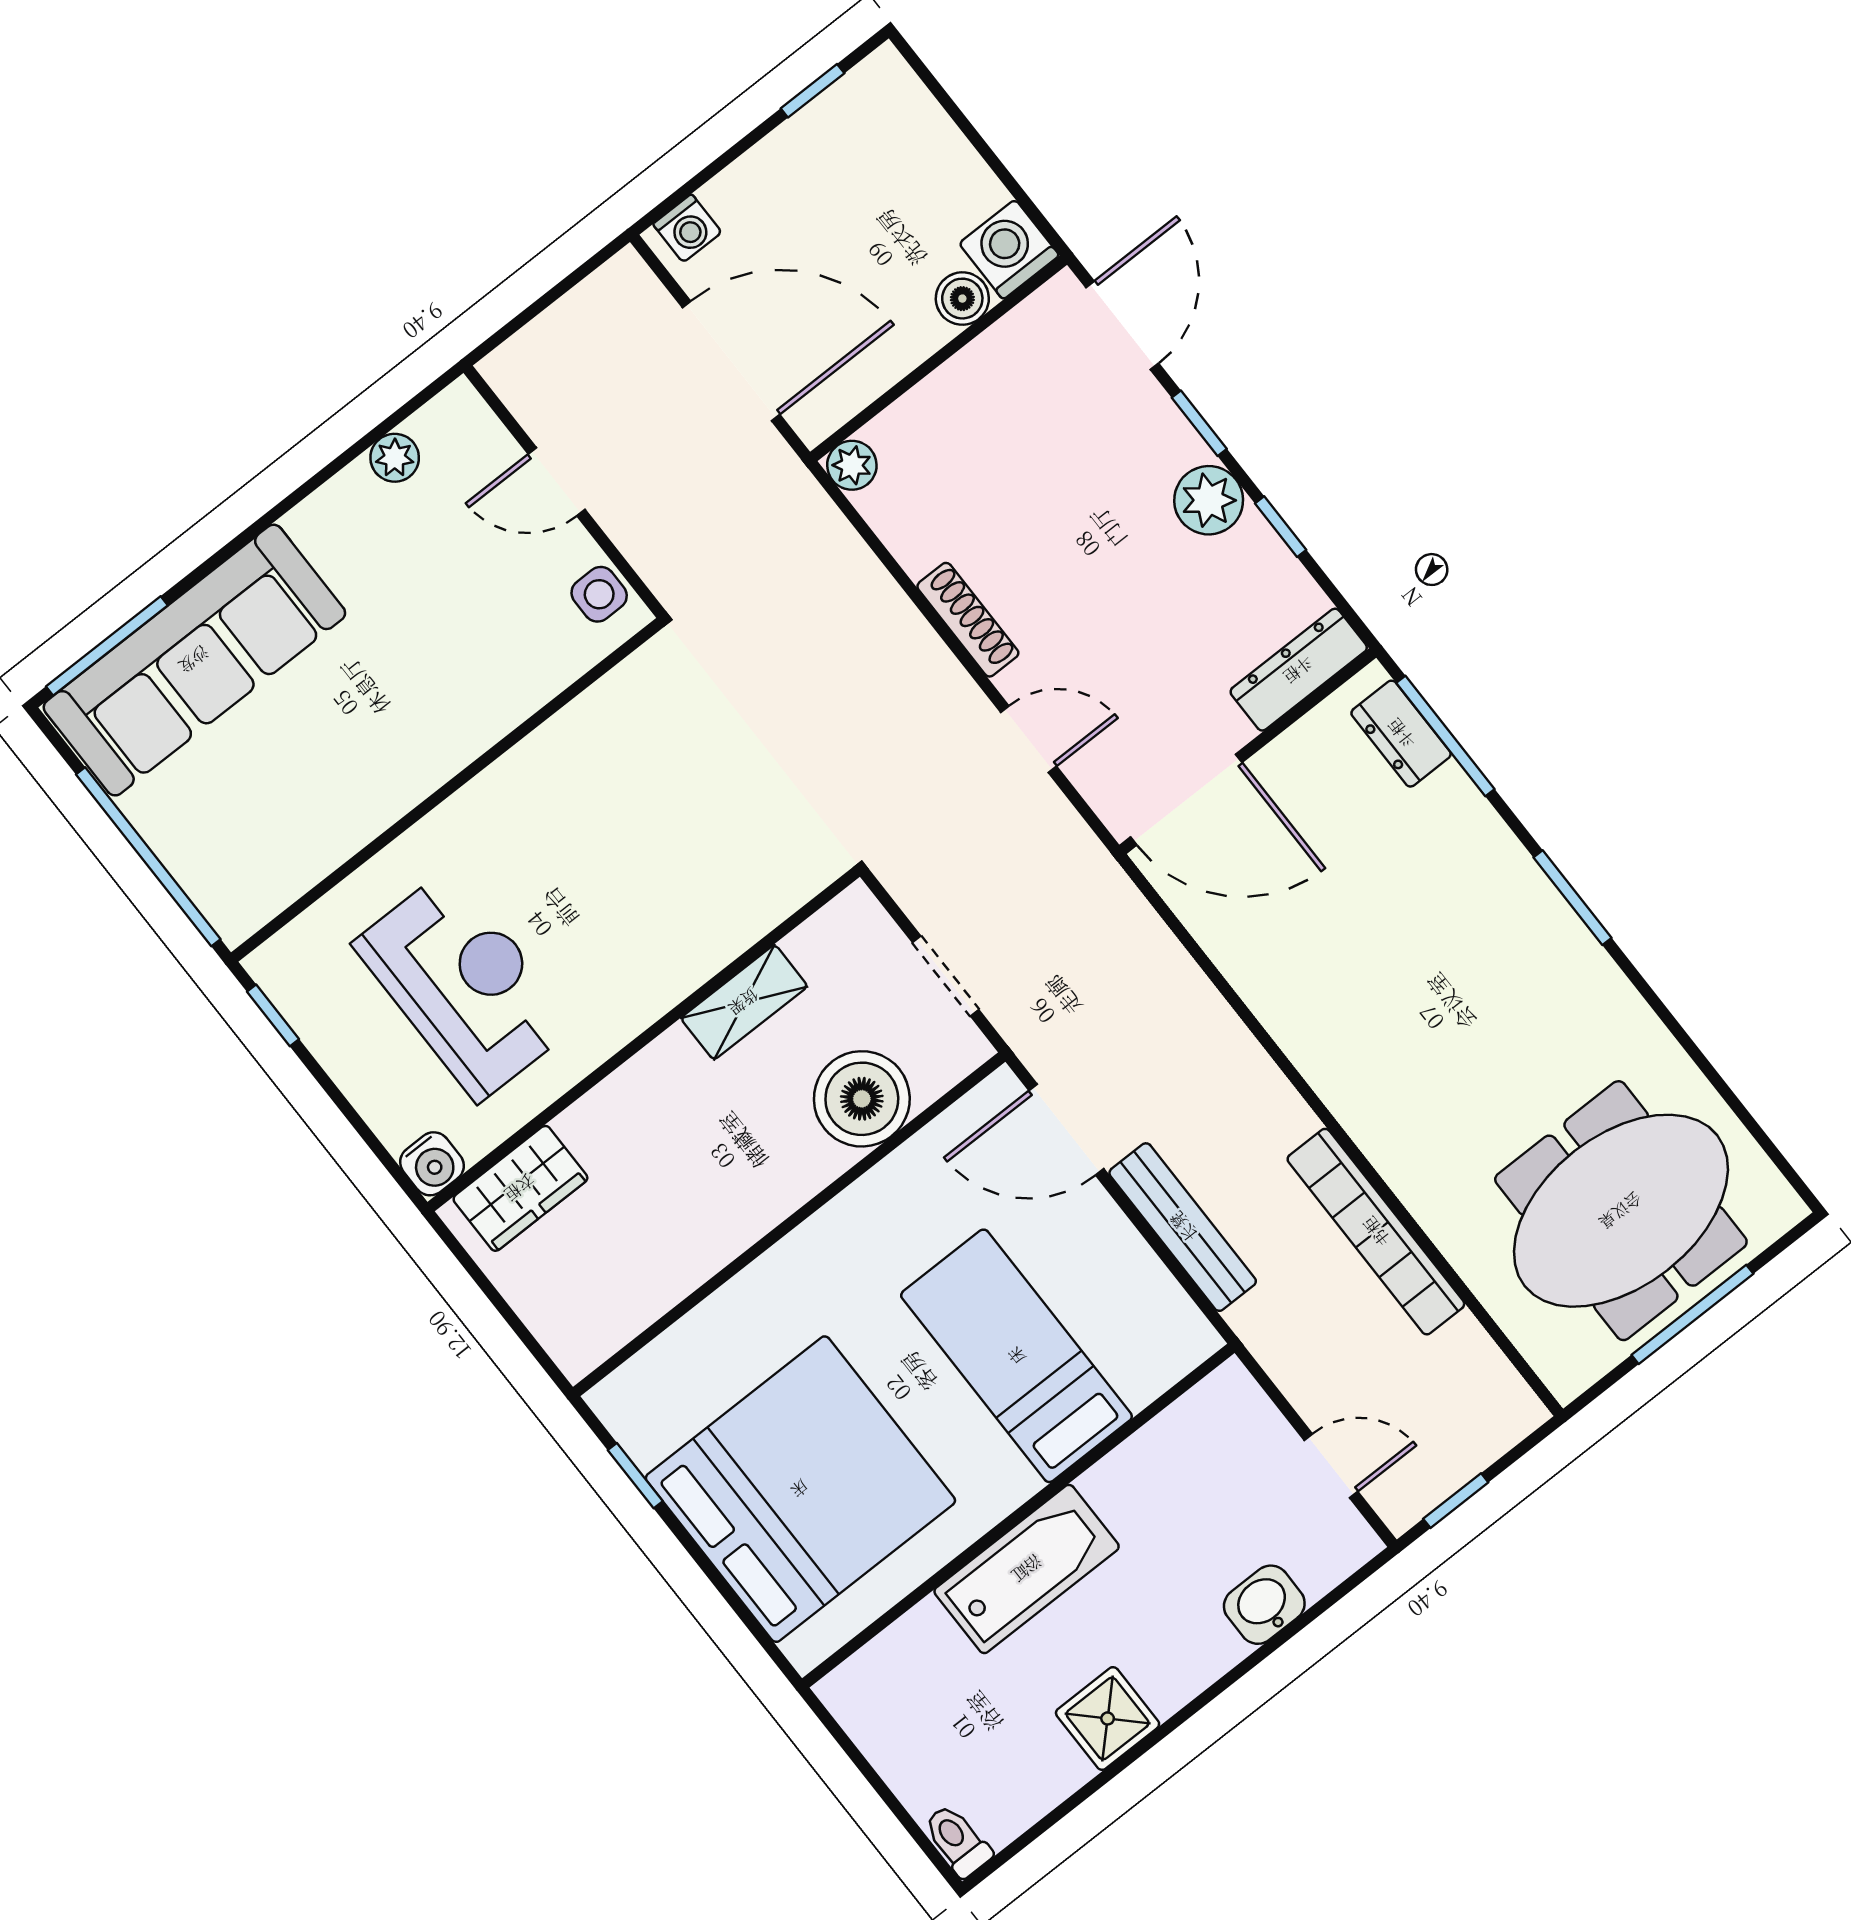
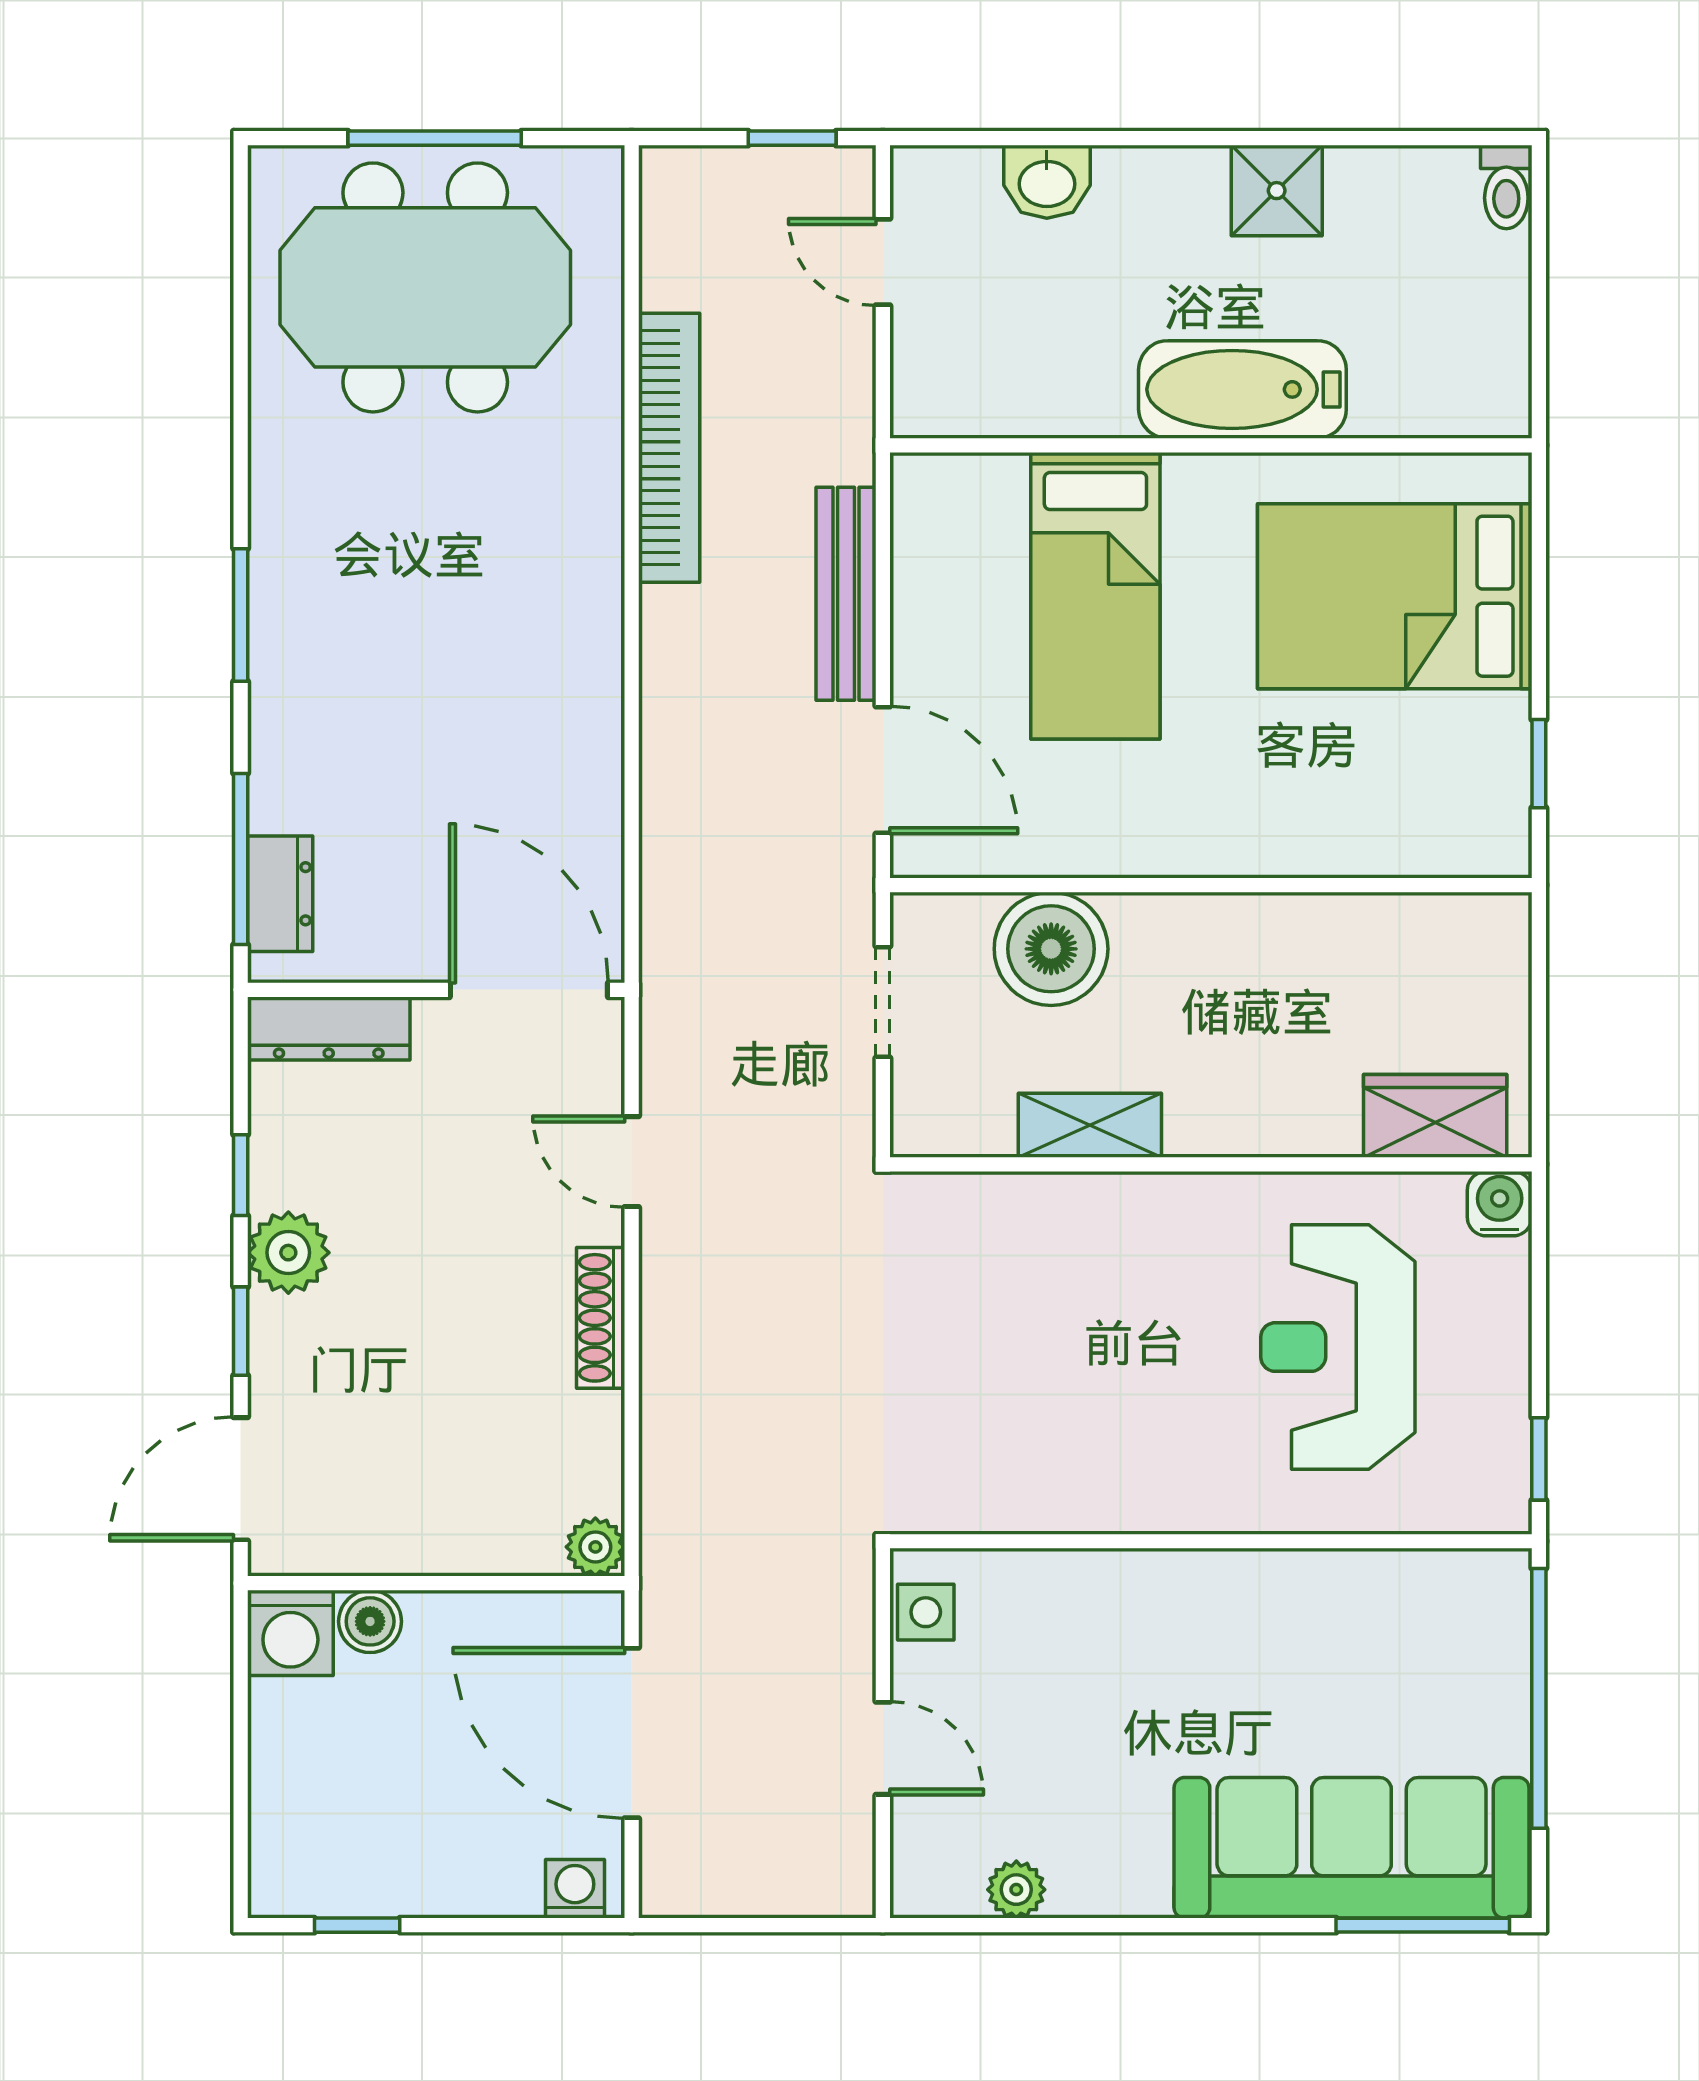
bed: (800, 1489) -> (1395, 596), width x0.73

